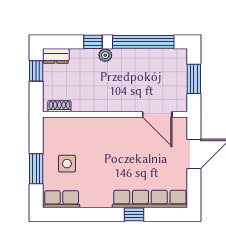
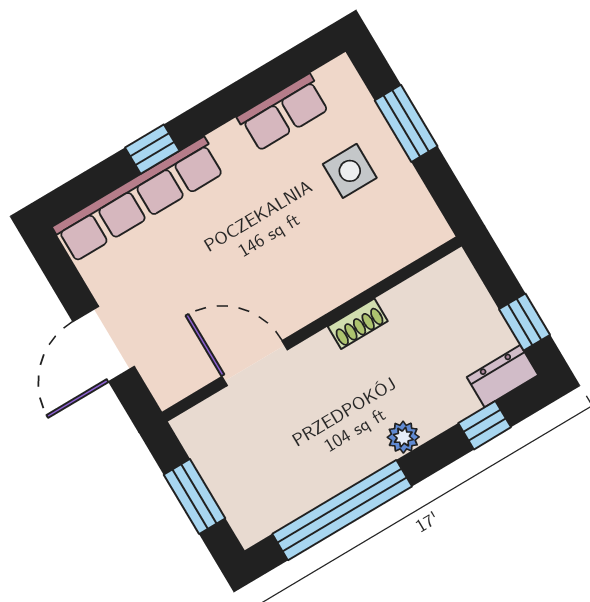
window: (93, 42) -> (485, 425), moved
shoe rack: (59, 106) -> (358, 324), moved
door: (157, 114) -> (255, 363), moved
row of seats: (62, 199) -> (283, 113), moved

